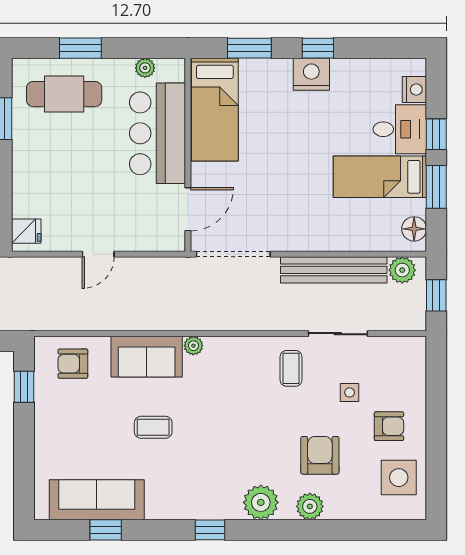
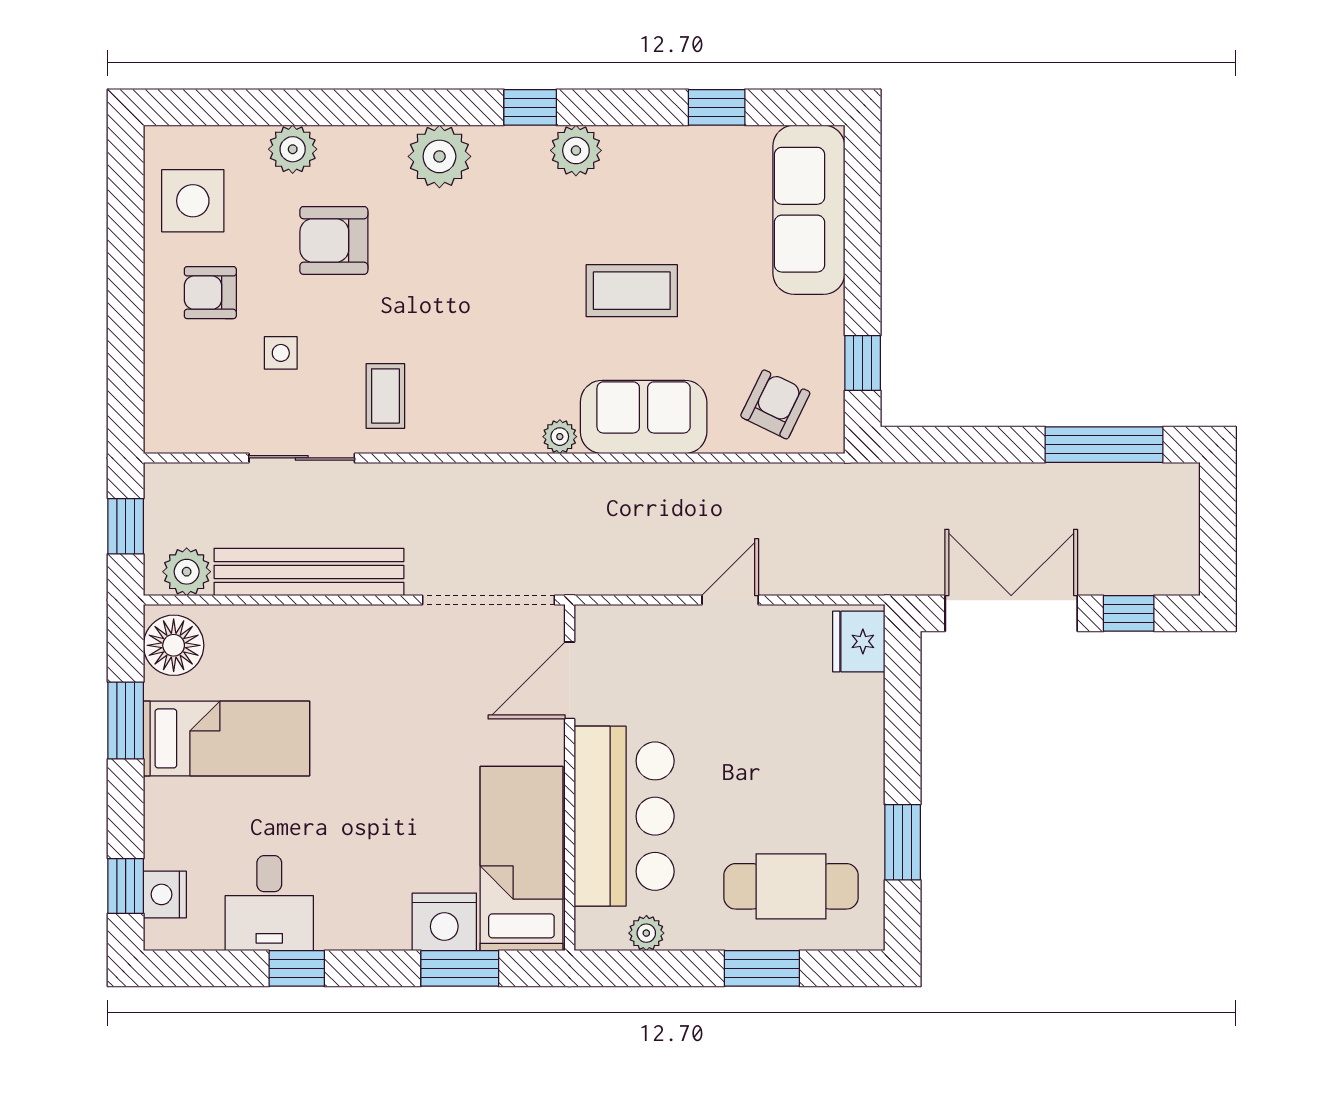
window: (318, 48) -> (297, 968), moved
nightstand: (311, 74) -> (444, 922), moved
desk: (400, 129) -> (269, 903), moved, turned -90
window: (436, 134) -> (126, 886), moved
floor lamp: (414, 229) -> (174, 645), width x1.38, depth x1.38
fridge: (26, 231) -> (859, 641), width x1.38
armchair: (73, 364) -> (775, 404), turned -64
coffee table: (153, 427) -> (632, 291), width x1.36, depth x1.30
armchair: (320, 455) -> (334, 240), turned 90
sofa: (97, 500) -> (809, 210), moved, turned 90
plant: (184, 506) -> (576, 150), added
plant: (310, 506) -> (293, 149), moved

